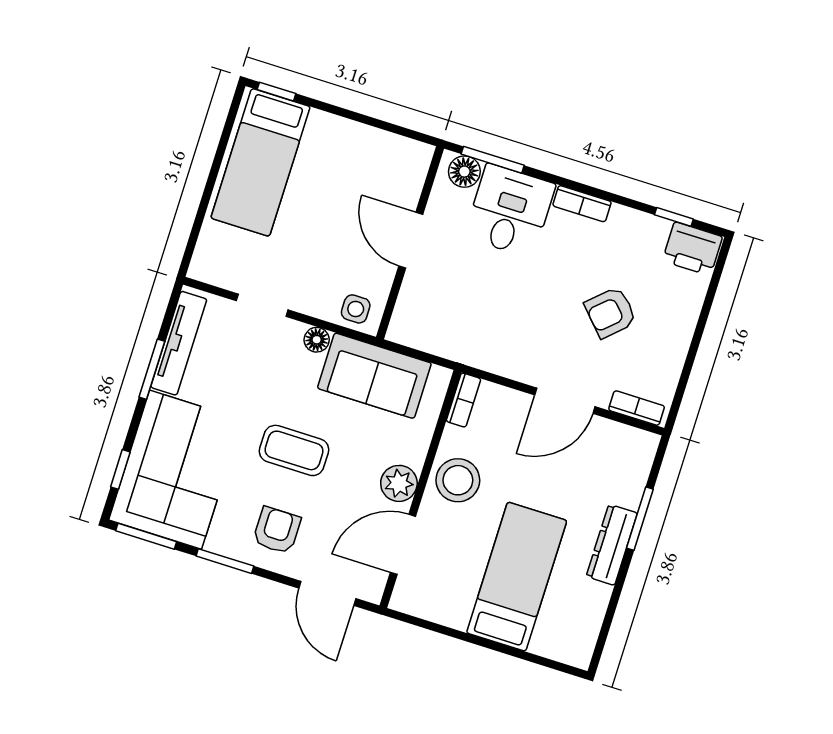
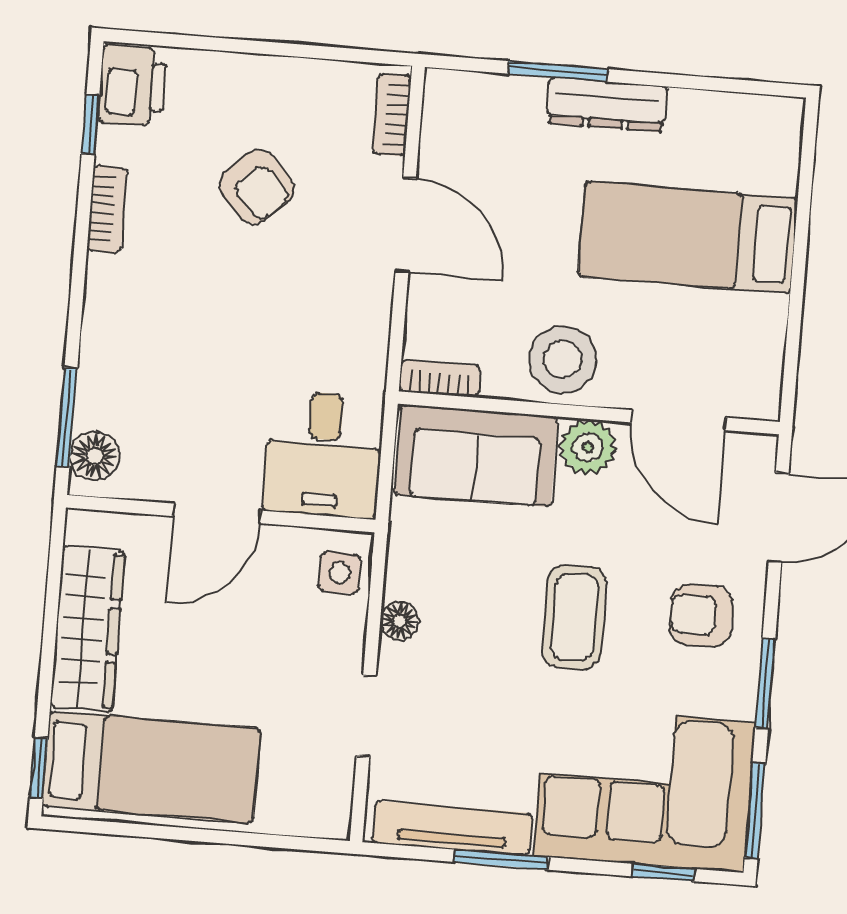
wardrobe: (357, 142) -> (87, 629), added
bookcase: (582, 204) -> (107, 209), moved
desk: (510, 211) -> (323, 454), moved, turned -90
sofa: (374, 376) -> (476, 456), moved, turned 90

